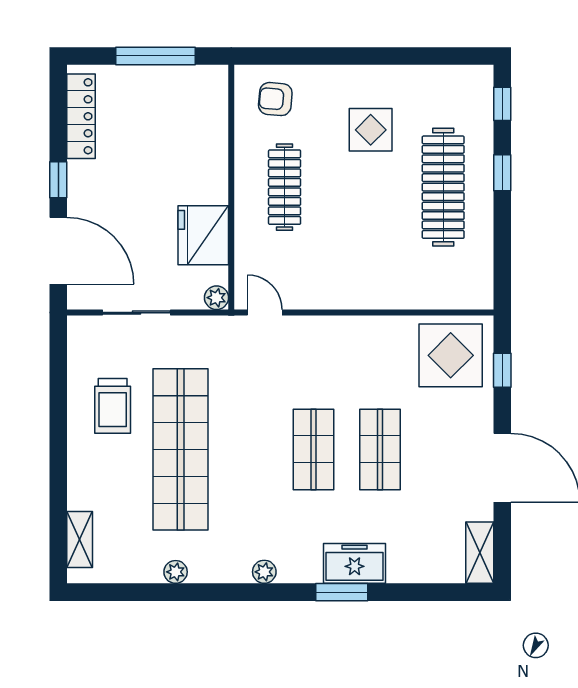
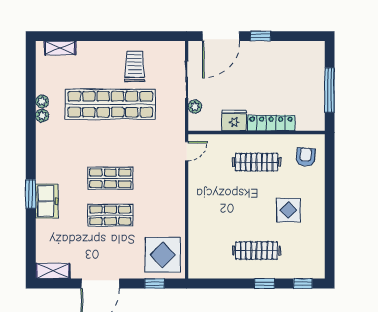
locker: (81, 116) -> (271, 123), moved, turned 180
clothes rail: (443, 187) -> (256, 251), width x0.73, depth x0.76
fridge: (203, 235) -> (234, 120), width x0.73, depth x0.75
plant: (216, 298) -> (195, 106), moved
trolley: (113, 406) -> (135, 66), turned 90
plant: (264, 572) -> (42, 116), moved

